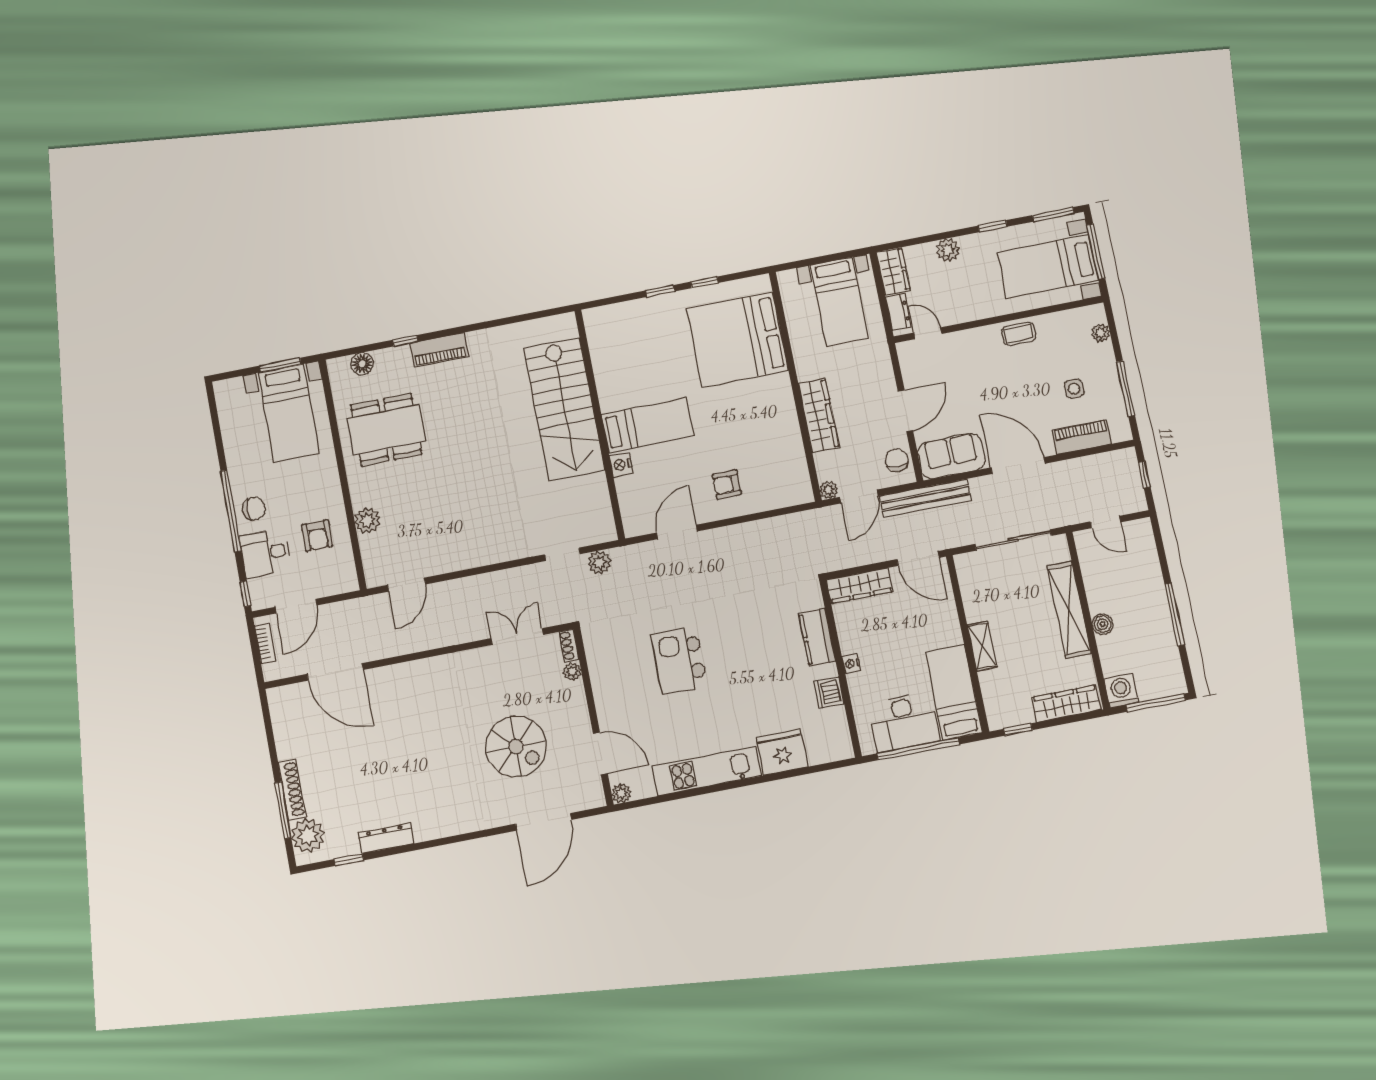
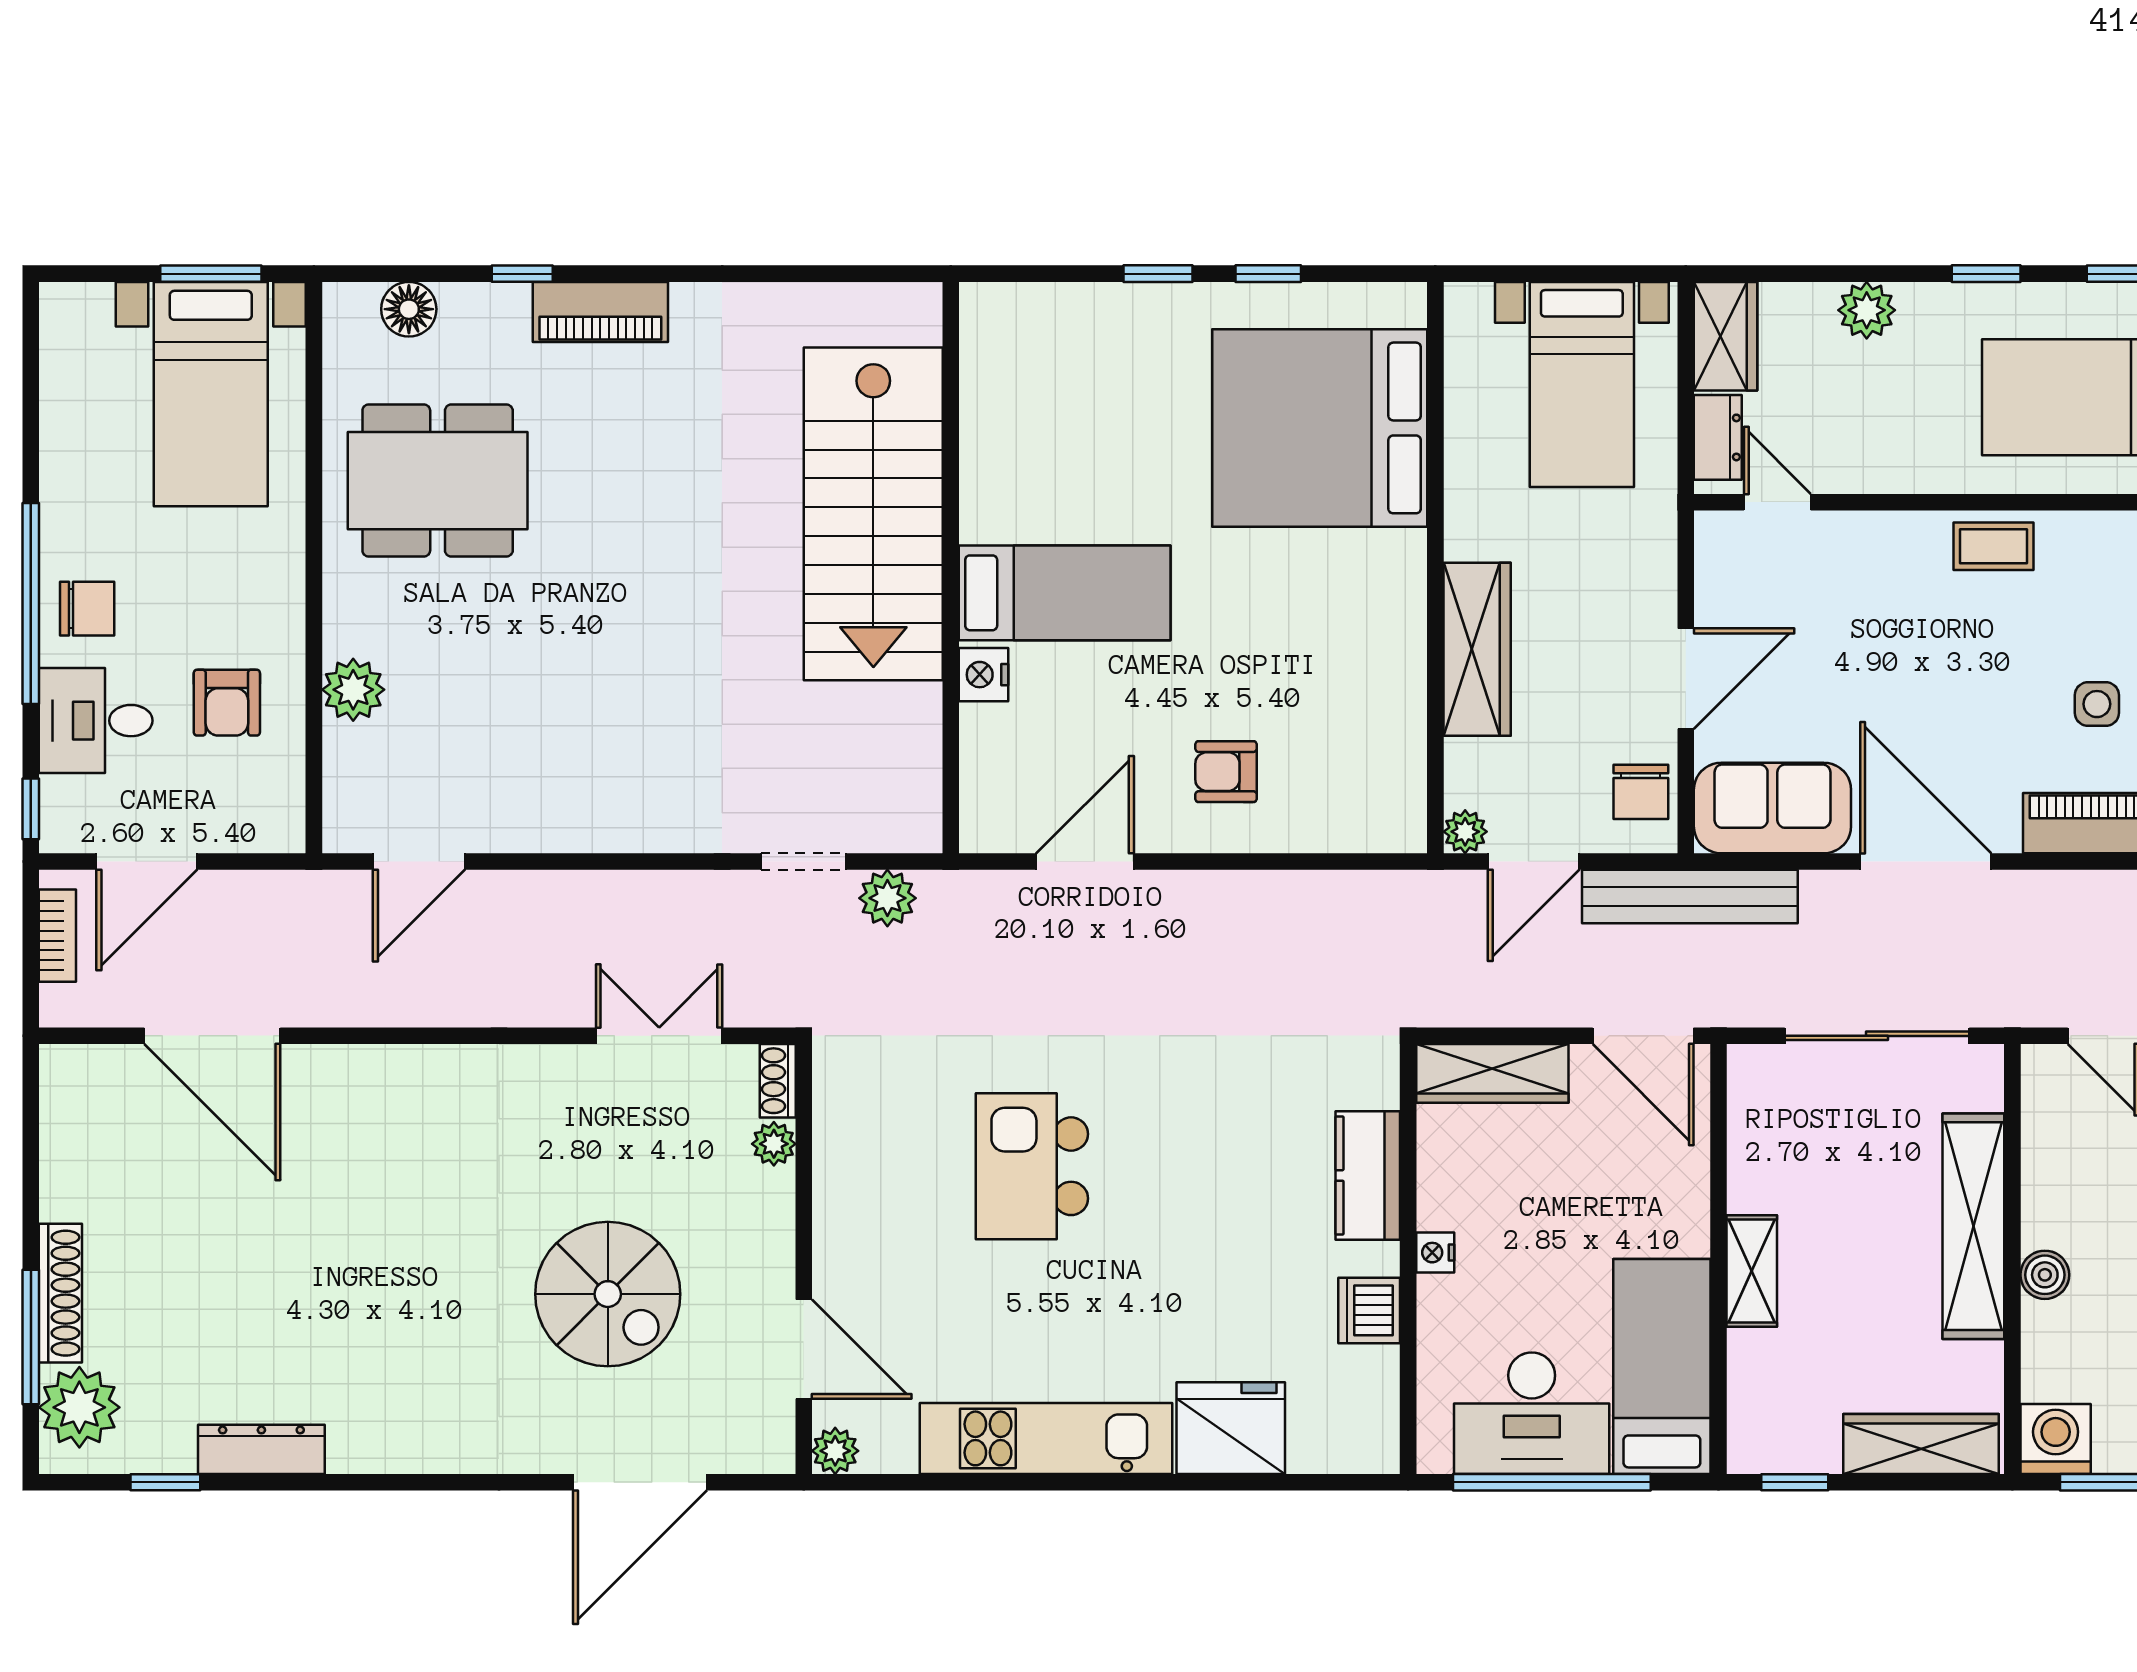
chair: (897, 460) -> (1641, 792), turned 180

